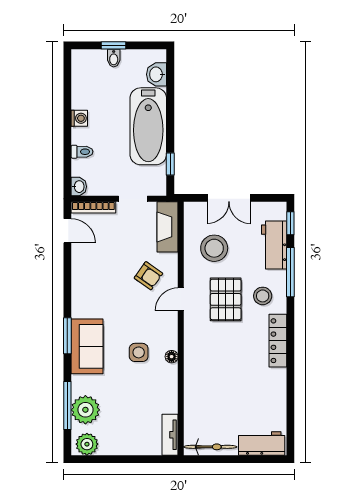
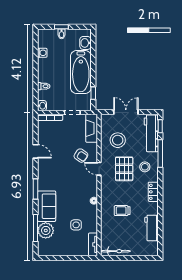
washing machine: (79, 118) -> (42, 53), moved
double door: (229, 198) -> (126, 112), swing flipped
door: (67, 231) -> (36, 151), moved
workbench: (274, 245) -> (151, 133), width x1.38
door: (181, 299) -> (99, 169), hinge flipped
locker: (278, 341) -> (153, 192), width x0.66
sofa: (87, 346) -> (47, 206), moved
side table: (139, 352) -> (76, 225), moved
trolley: (222, 374) -> (122, 211), added
workbench: (262, 443) -> (152, 228), moved, turned -90
plant: (87, 444) -> (47, 250), removed

